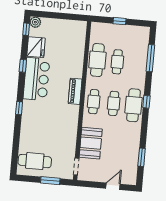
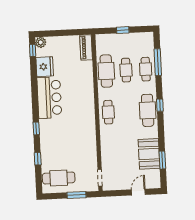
window: (23, 66) -> (38, 159), moved
piano: (75, 91) -> (86, 47), moved
cafe table: (114, 103) -> (146, 69), moved
booth: (91, 143) -> (149, 154), moved

